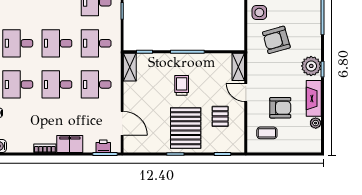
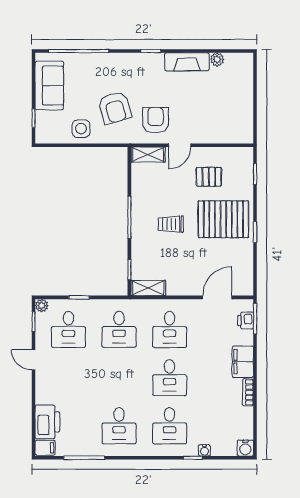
desk: (57, 43) -> (119, 378), removed
plant: (311, 66) -> (147, 65), removed
armchair: (280, 108) -> (155, 120), moved
coffee table: (267, 133) -> (229, 119), removed

